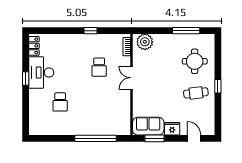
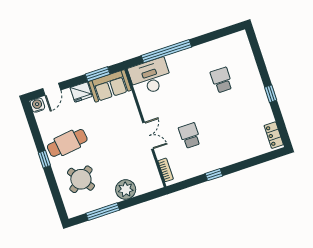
plant: (145, 42) -> (126, 189), moved
round table: (195, 61) -> (81, 179), turned -35
desk: (41, 72) -> (150, 77), moved, turned -90
cafe table: (196, 93) -> (67, 143), width x1.37, depth x1.35
water cooler: (209, 130) -> (37, 105), added
door: (194, 138) -> (52, 89), hinge flipped

